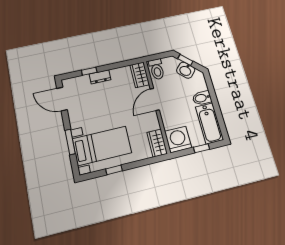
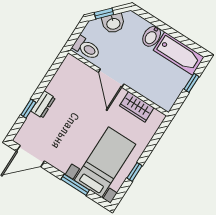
wardrobe: (140, 75) -> (76, 68), removed
washing machine: (178, 139) -> (165, 95), removed
wardrobe: (157, 143) -> (137, 107), moved

